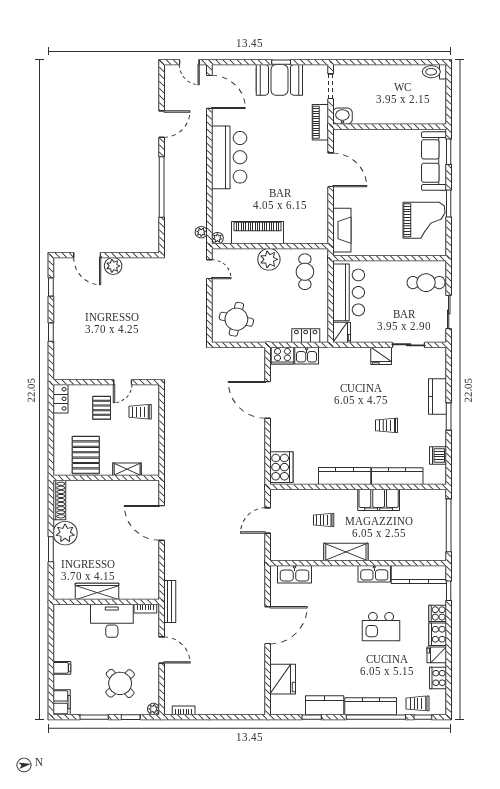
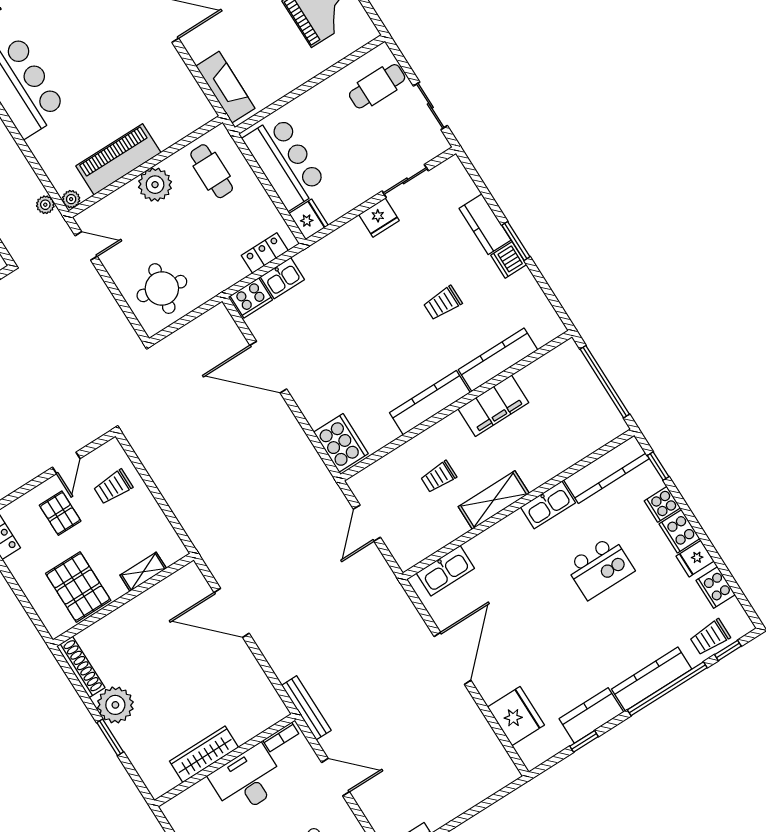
dishwasher: (438, 456) -> (509, 260), moved

